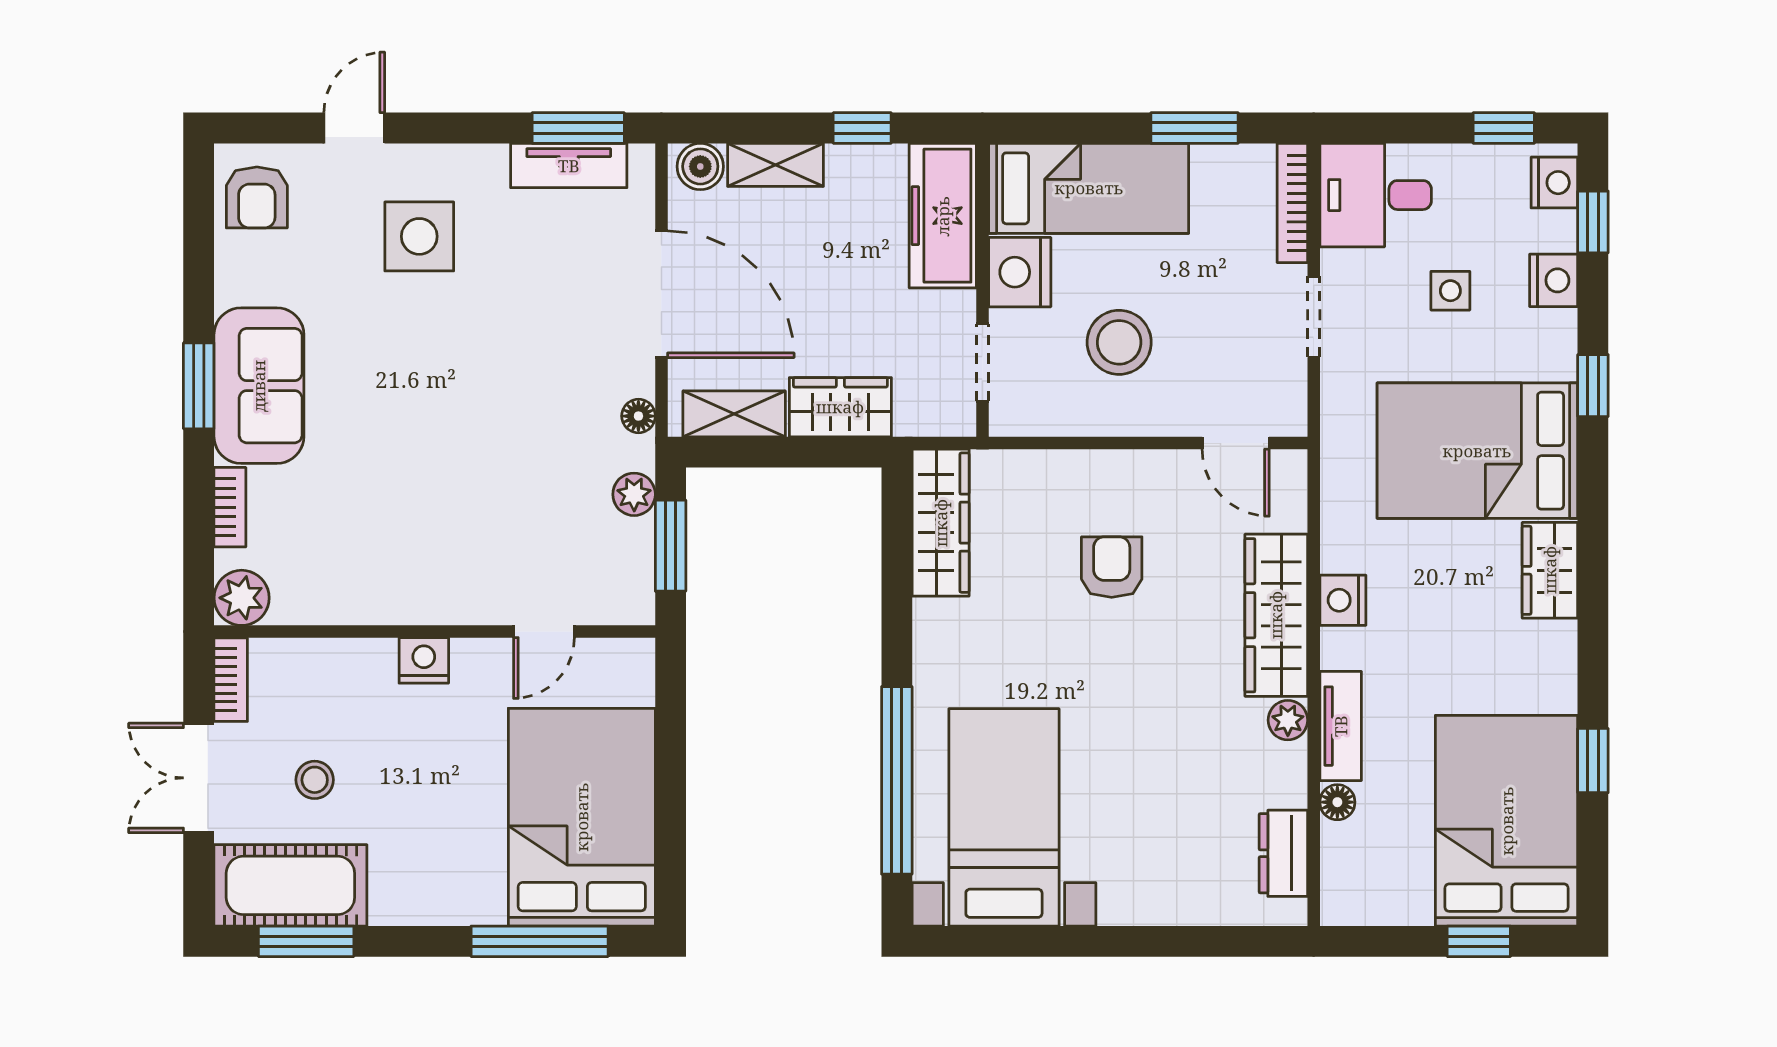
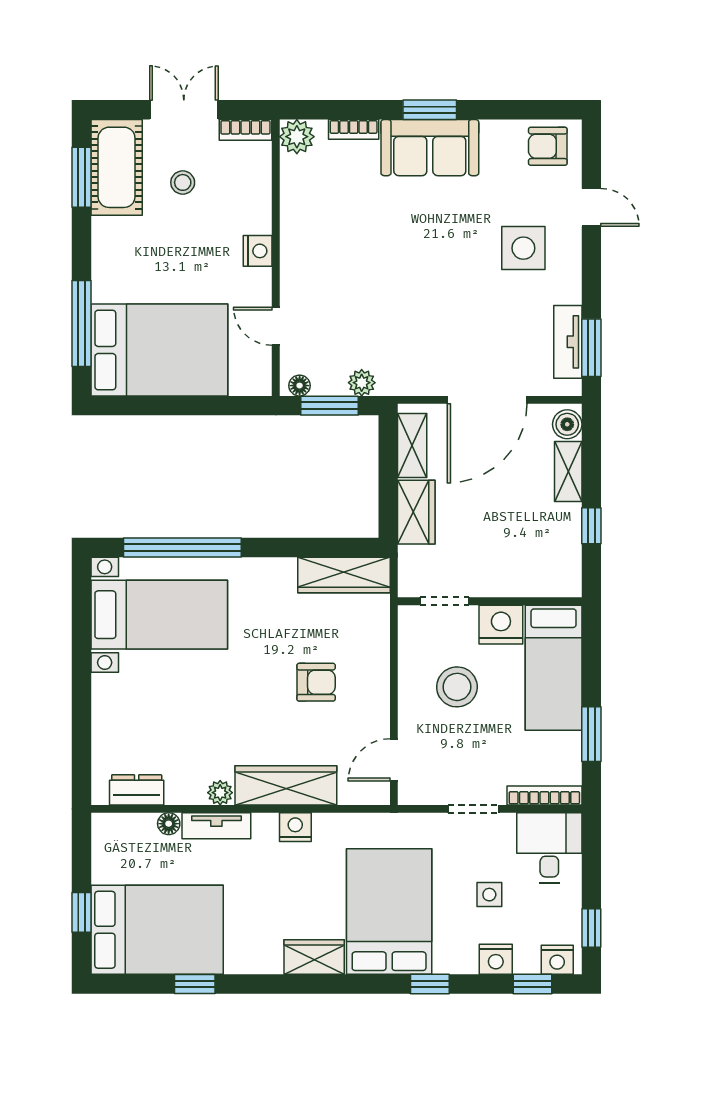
freezer: (943, 216) -> (536, 576), removed
floor lamp: (638, 416) -> (300, 386), moved

